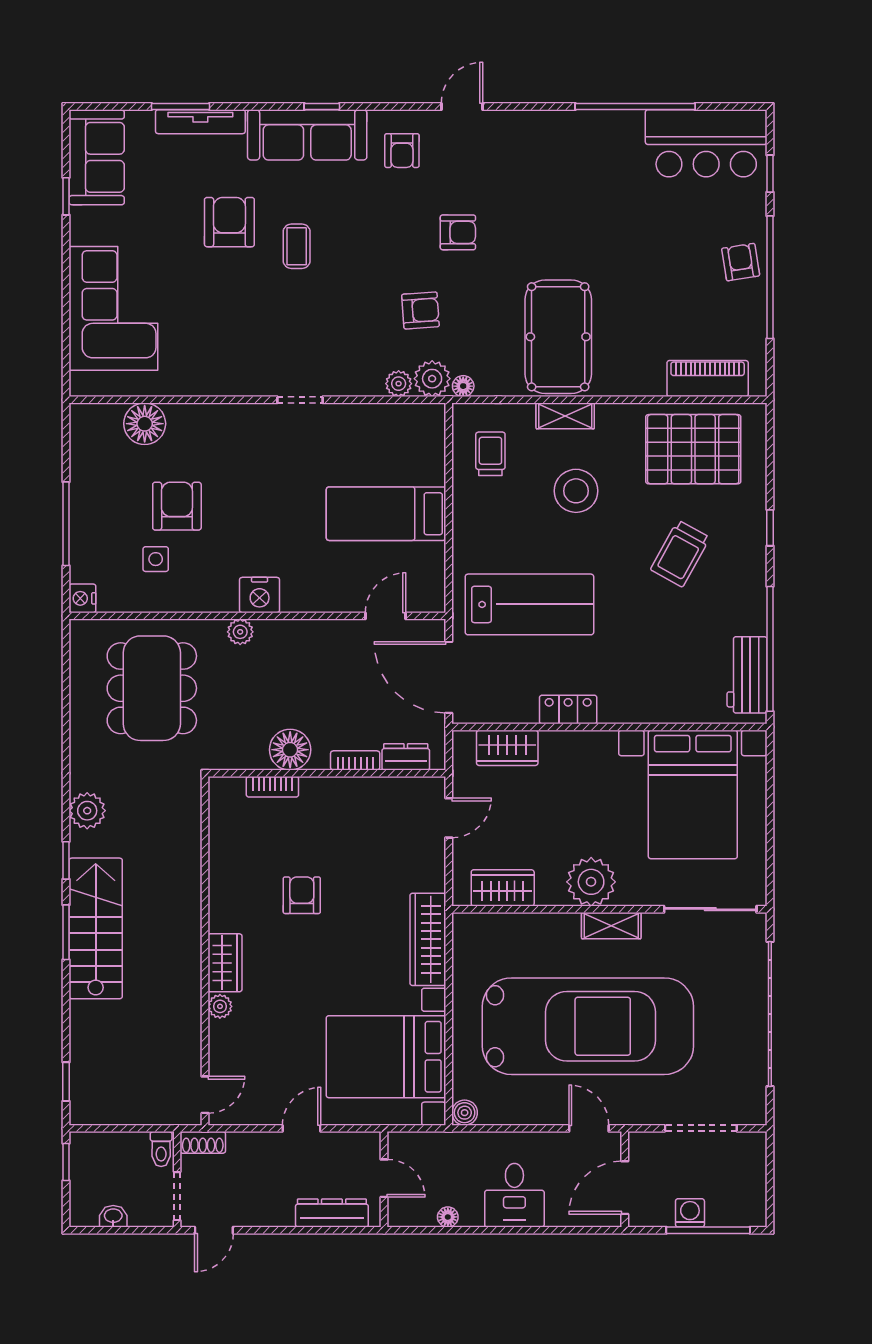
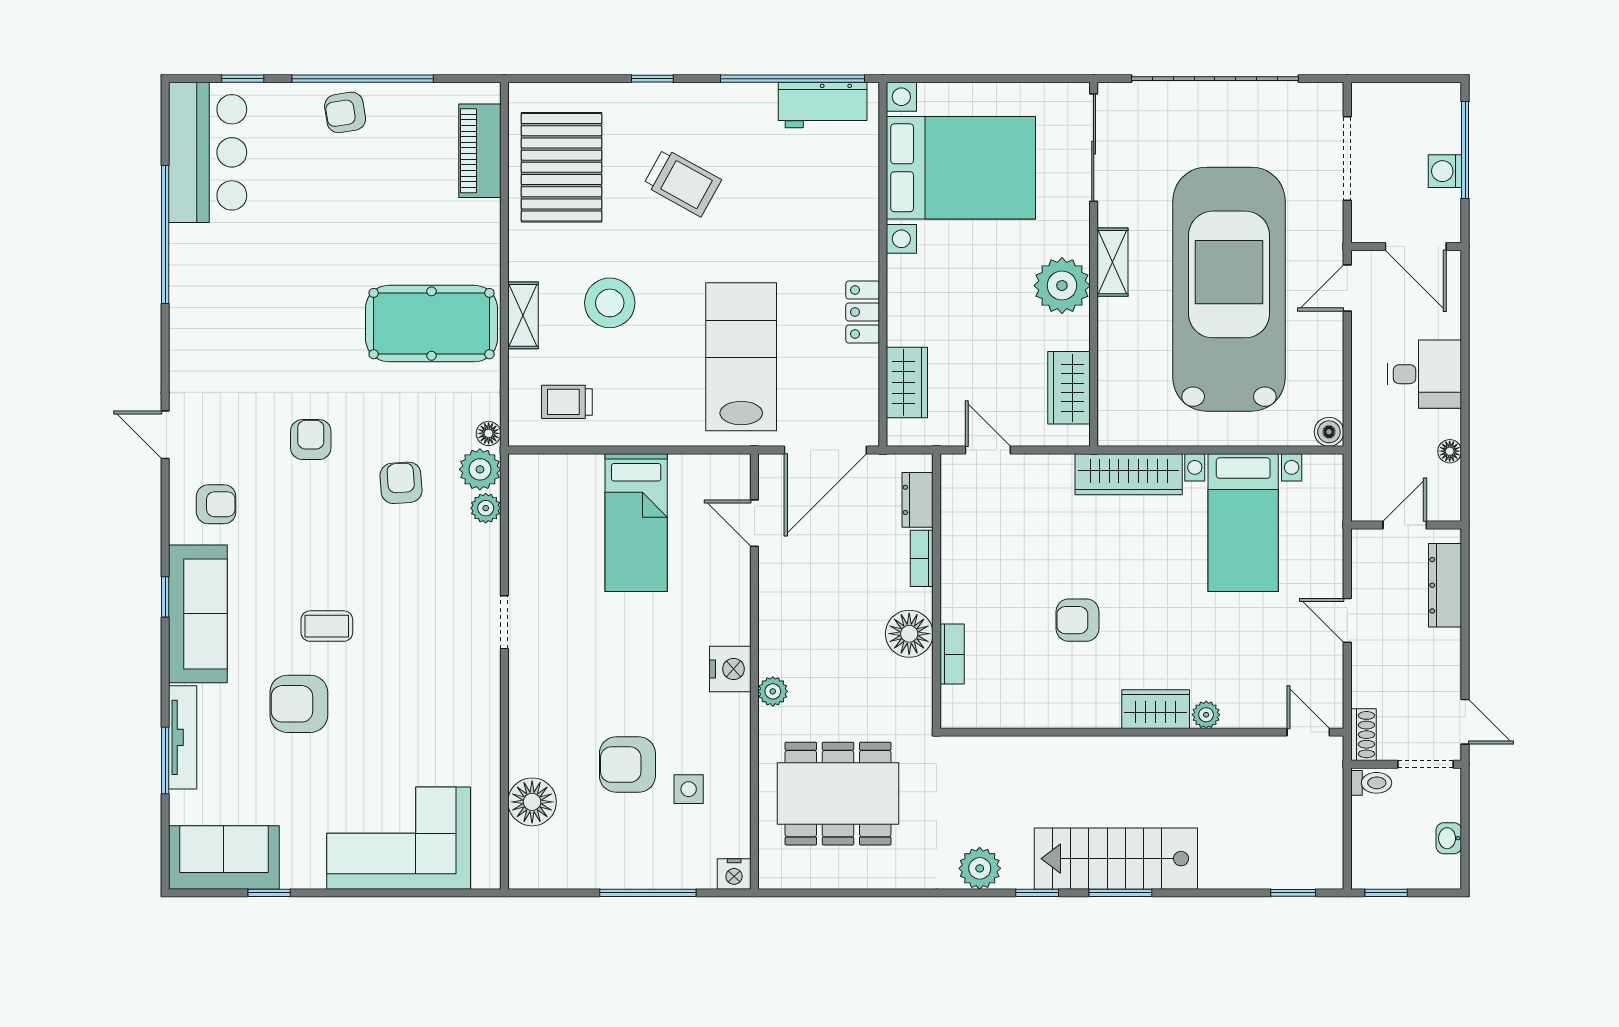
bed with nightstands: (386, 1057) -> (1243, 523), width x0.73

